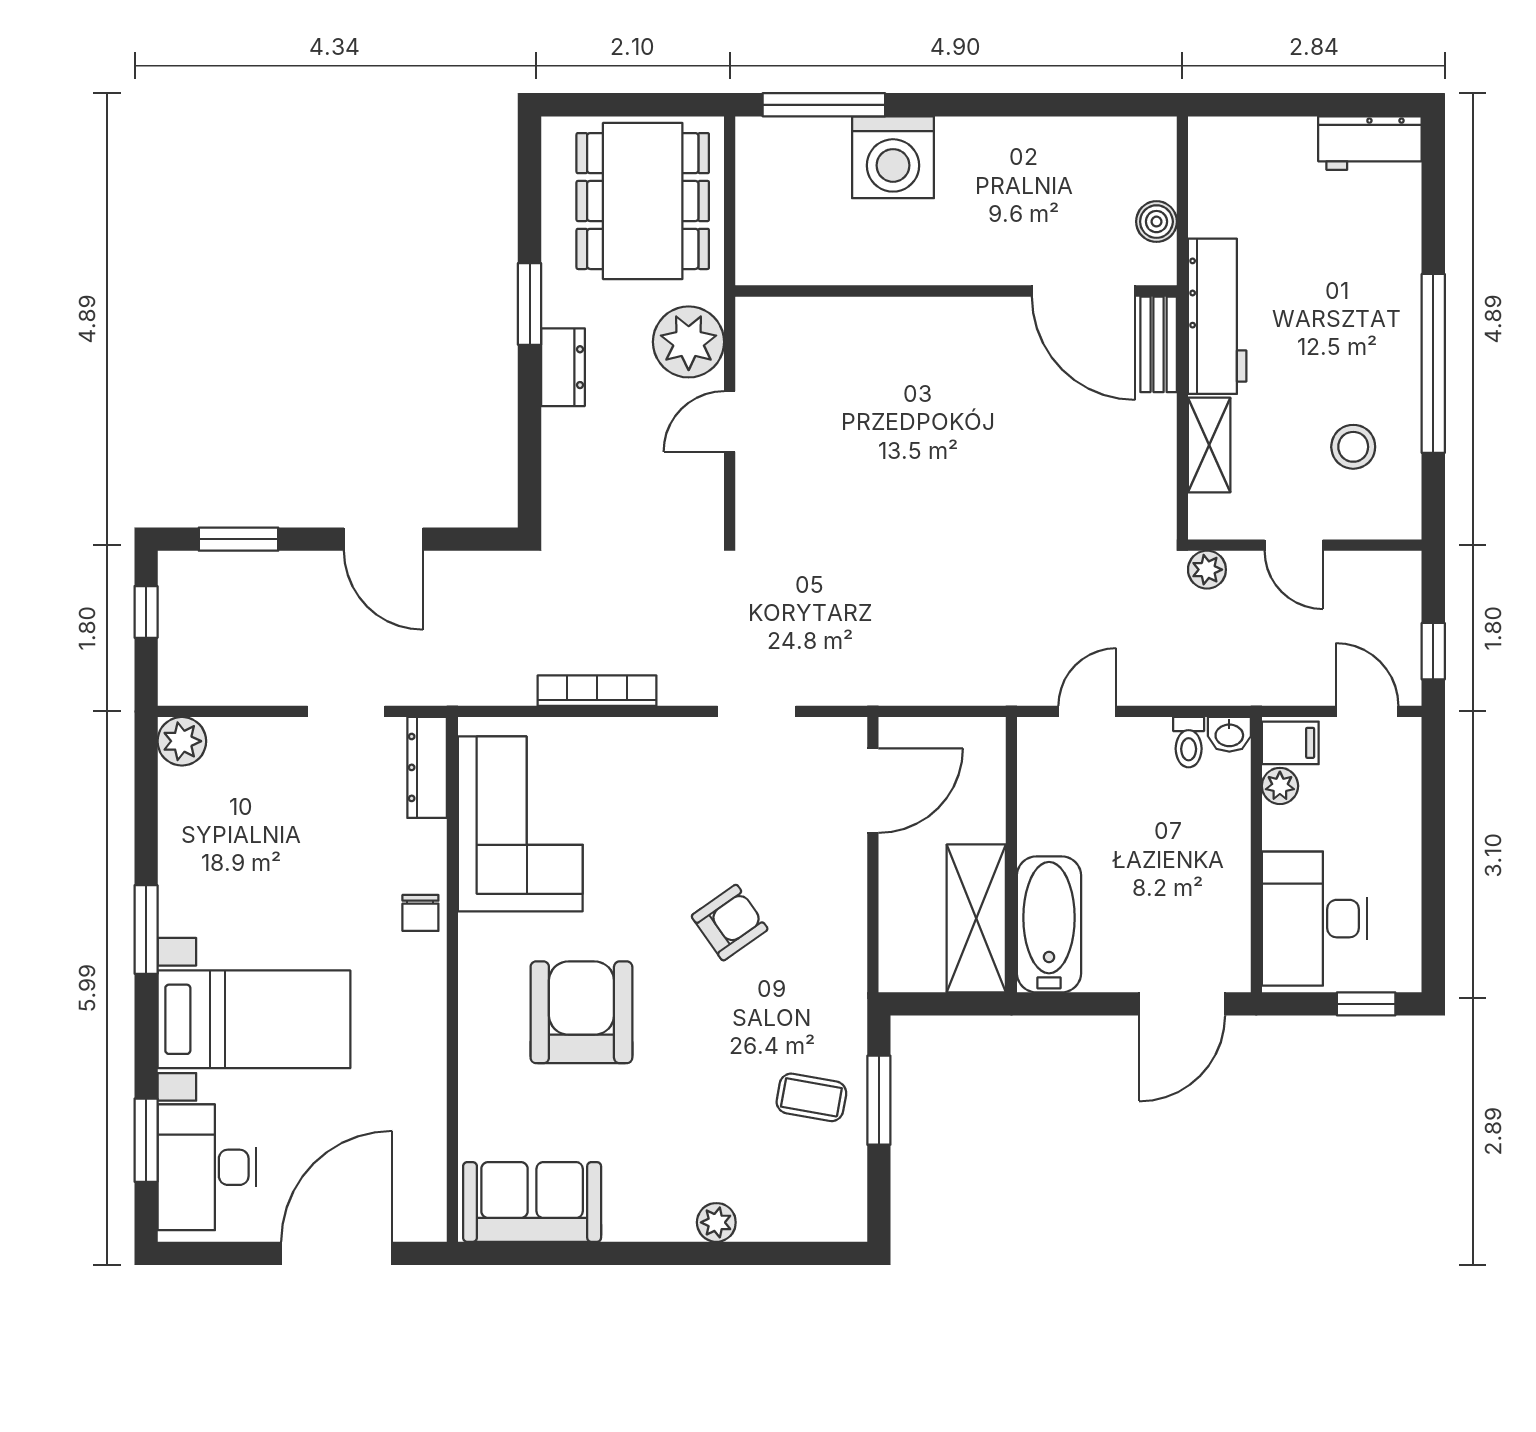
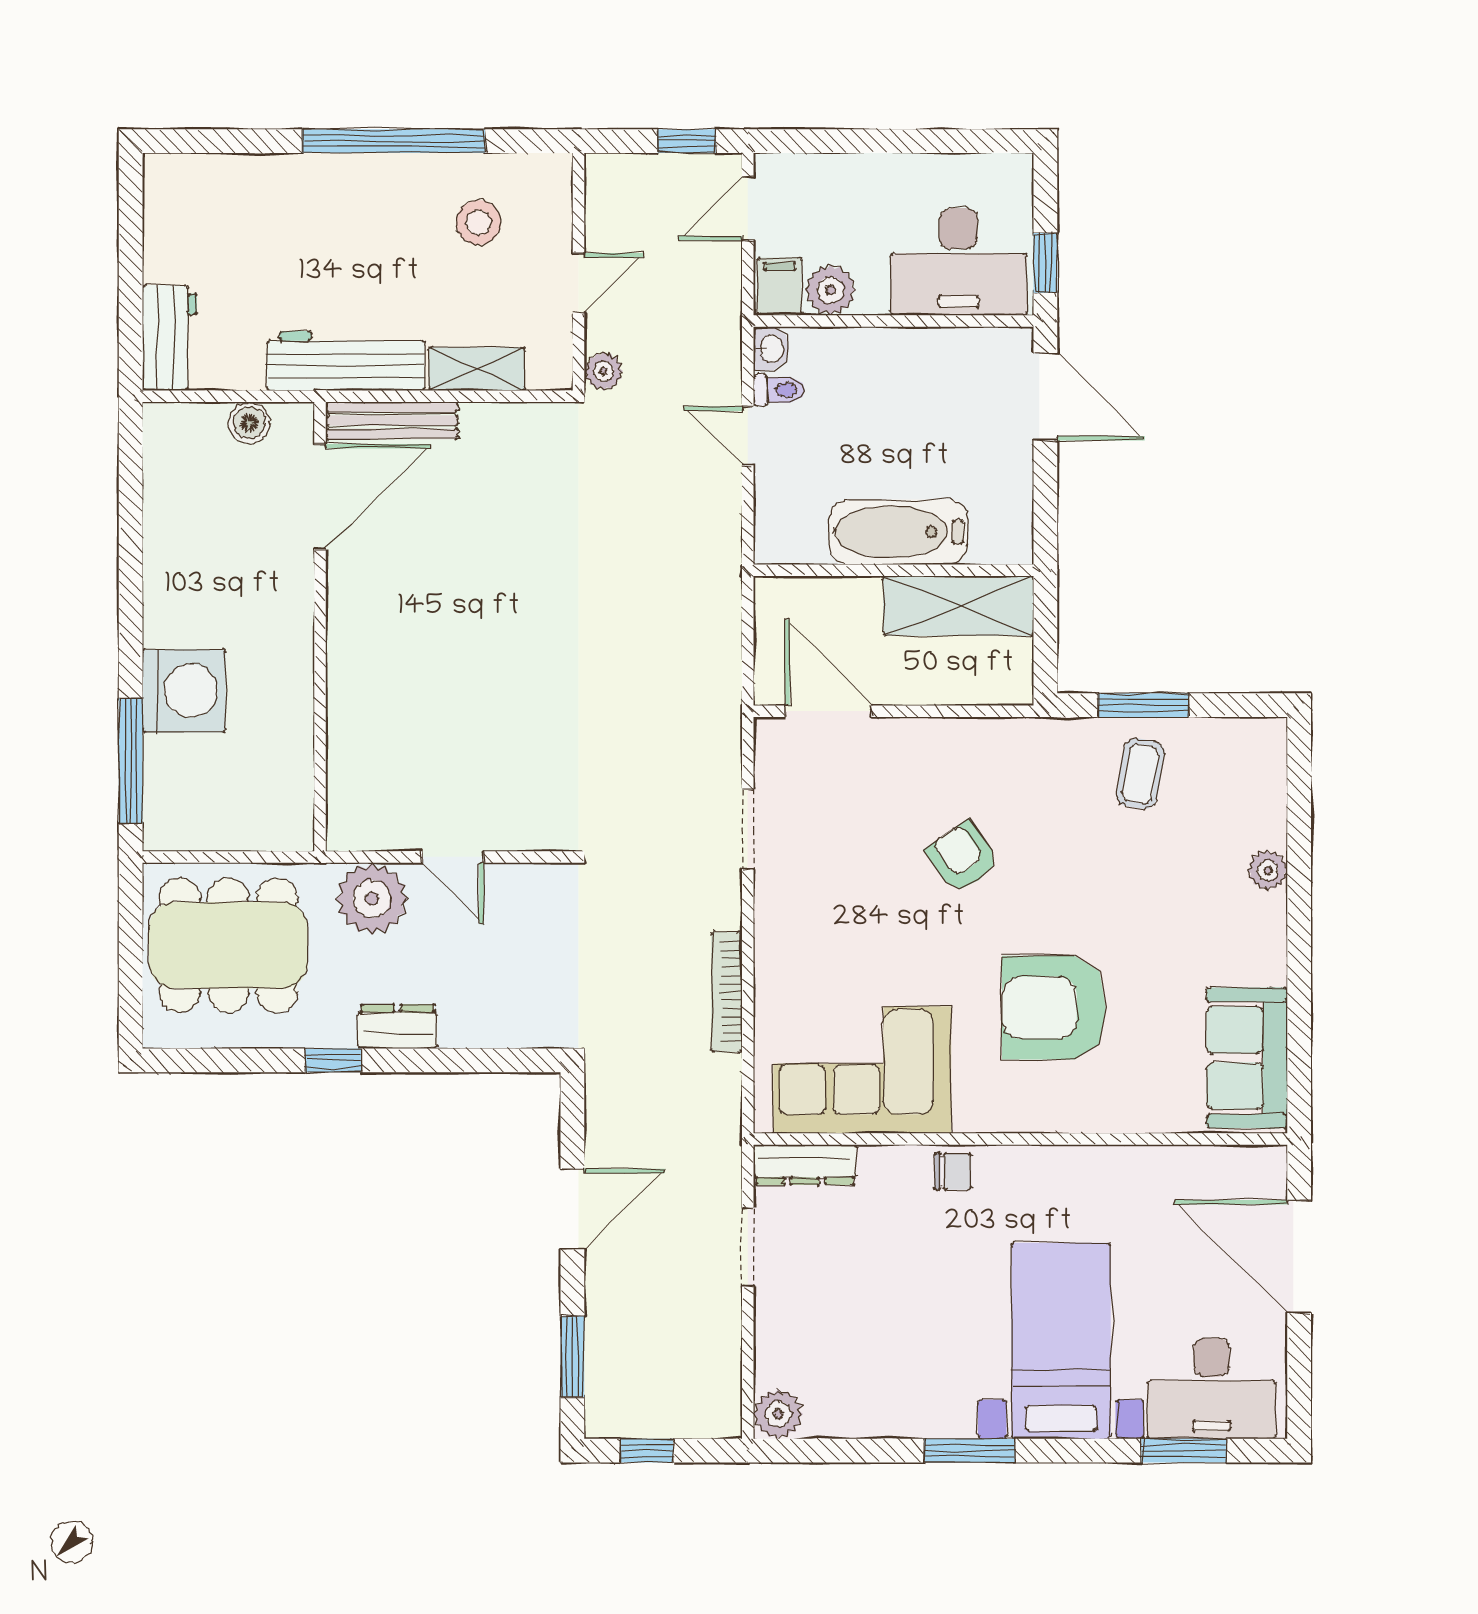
workbench: (1370, 143) -> (170, 338), moved
window: (530, 304) -> (333, 1060), width x0.67
bench: (1159, 344) -> (392, 420), width x1.36
door: (1087, 711) -> (748, 436), moved
plant: (1280, 786) -> (831, 290), width x1.38, depth x1.38
bathtub: (1049, 924) -> (898, 532), moved
window: (1366, 1004) -> (1045, 263), moved

